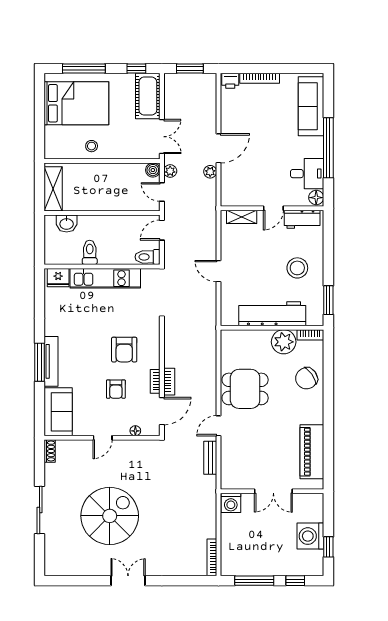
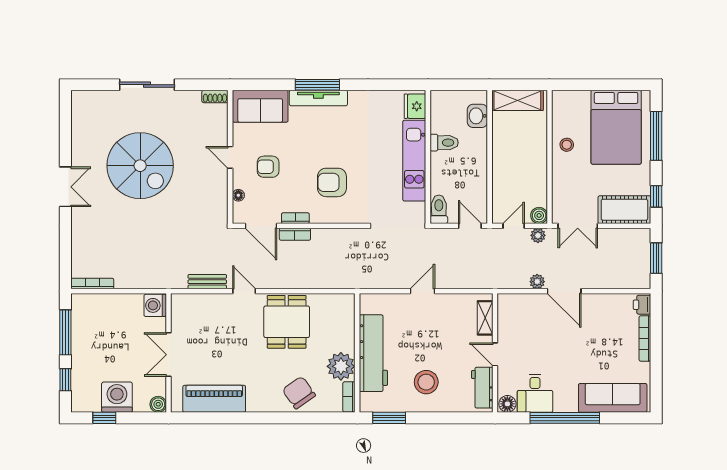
armchair: (116, 389) -> (268, 167), moved
boiler: (317, 500) -> (158, 404), added

